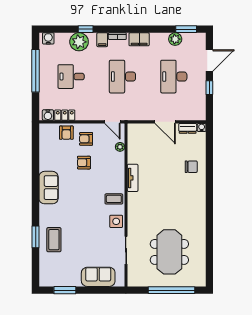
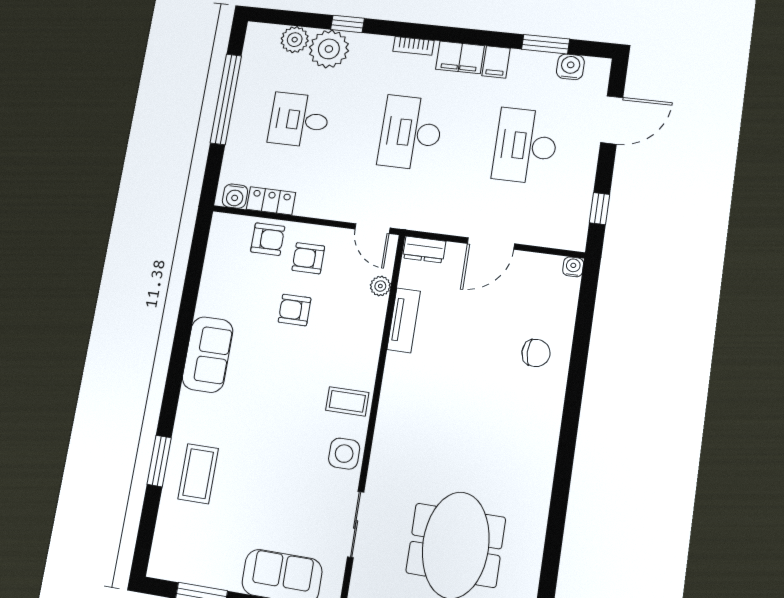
window: (186, 29) -> (546, 44), moved
water cooler: (48, 38) -> (570, 67), moved
plant: (175, 39) -> (295, 40), moved
filing cabinet: (102, 40) -> (496, 62), moved
window: (209, 88) -> (599, 209), moved
door: (165, 122) -> (491, 244), hinge flipped
dresser: (188, 128) -> (424, 250), moved
armchair: (66, 133) -> (268, 239), turned -90
tv unit: (133, 178) -> (404, 320), moved

